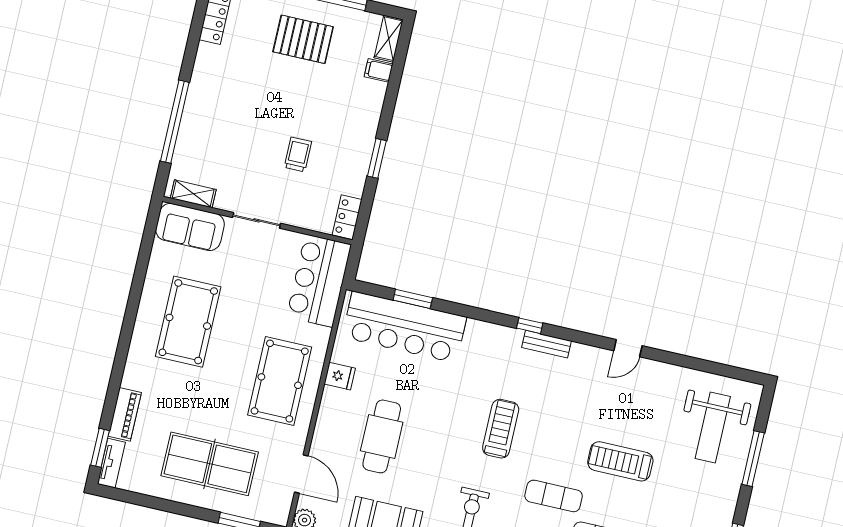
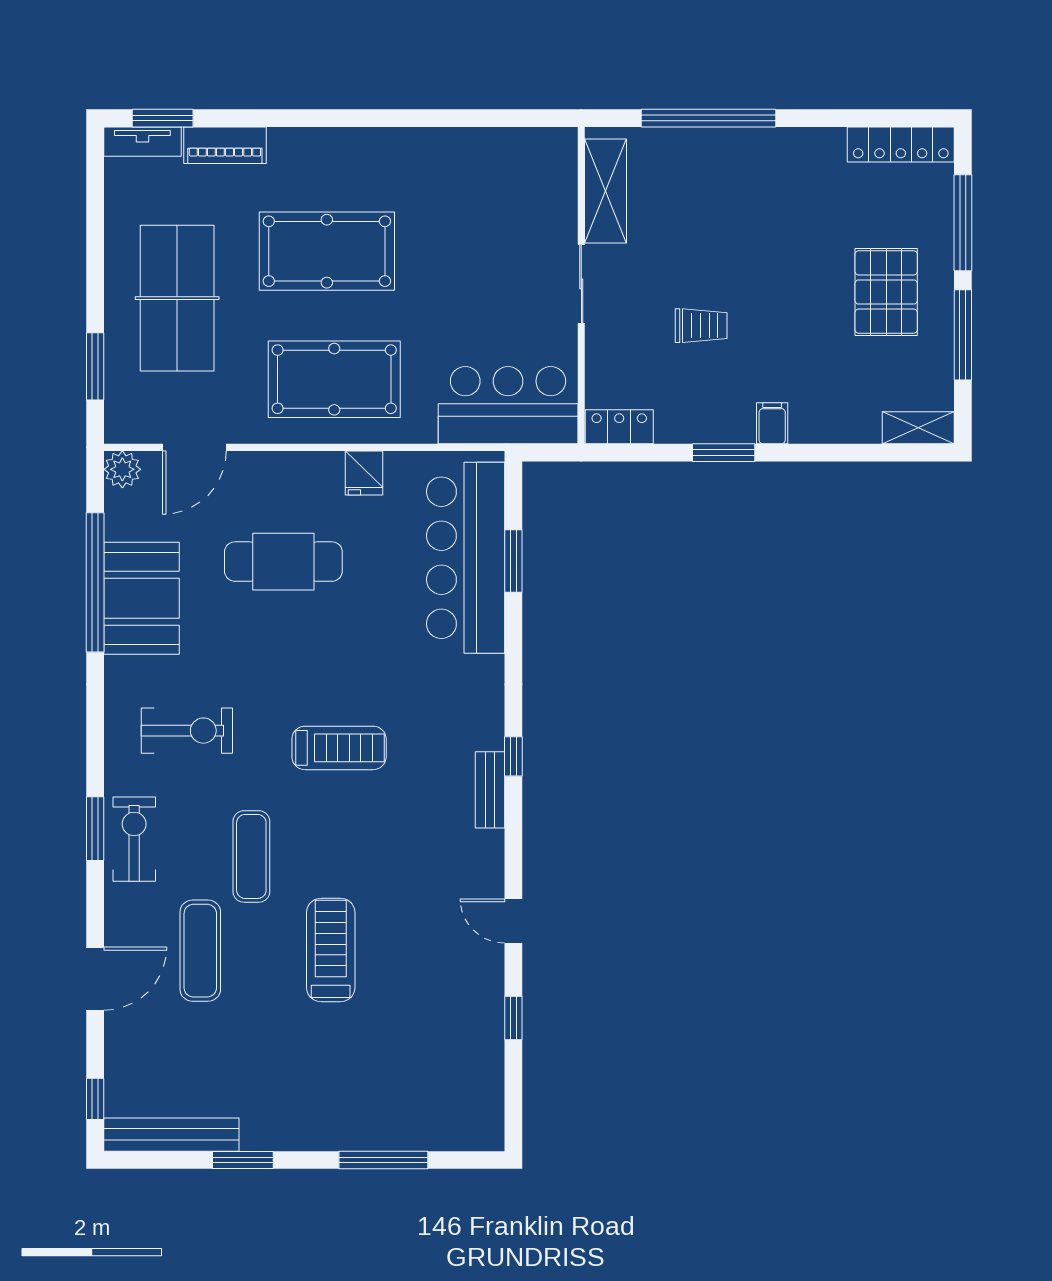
filing cabinet: (379, 70) -> (772, 423), moved
shelving: (193, 194) -> (606, 191), width x1.50, depth x1.33
sofa: (190, 227) -> (547, 181), removed
pool table: (188, 322) -> (327, 251), moved
window: (686, 361) -> (513, 1018), added
weight bench: (713, 428) -> (418, 1085), removed

